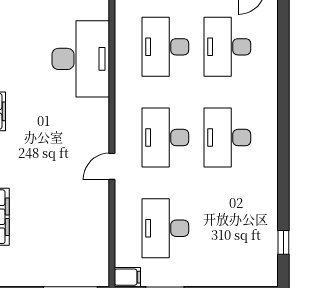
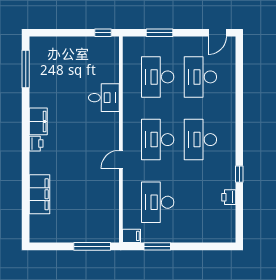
desk: (81, 59) -> (104, 98), width x0.53, depth x0.77
printer: (268, 221) -> (229, 197), added
window: (283, 242) -> (239, 174), moved

